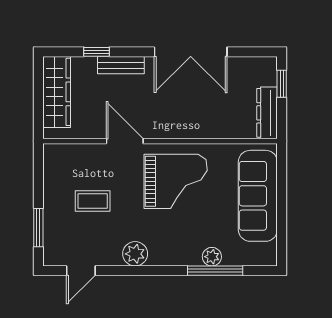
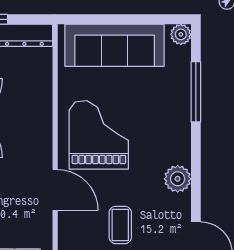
door: (125, 141) -> (55, 190), swing flipped
plant: (212, 257) -> (181, 34), moved

